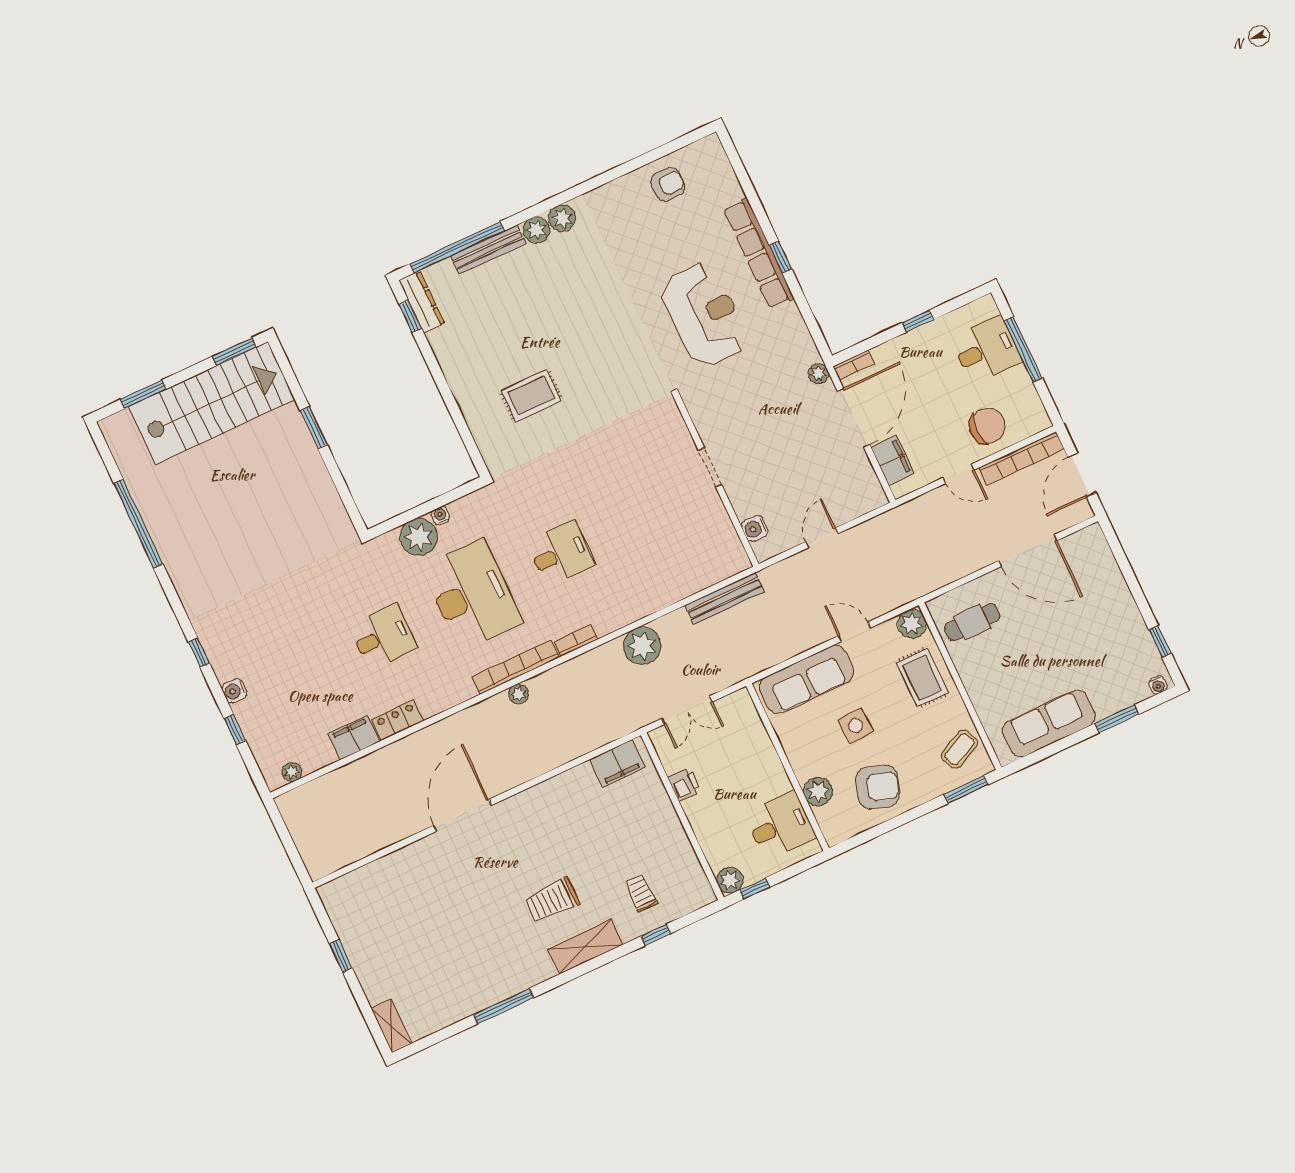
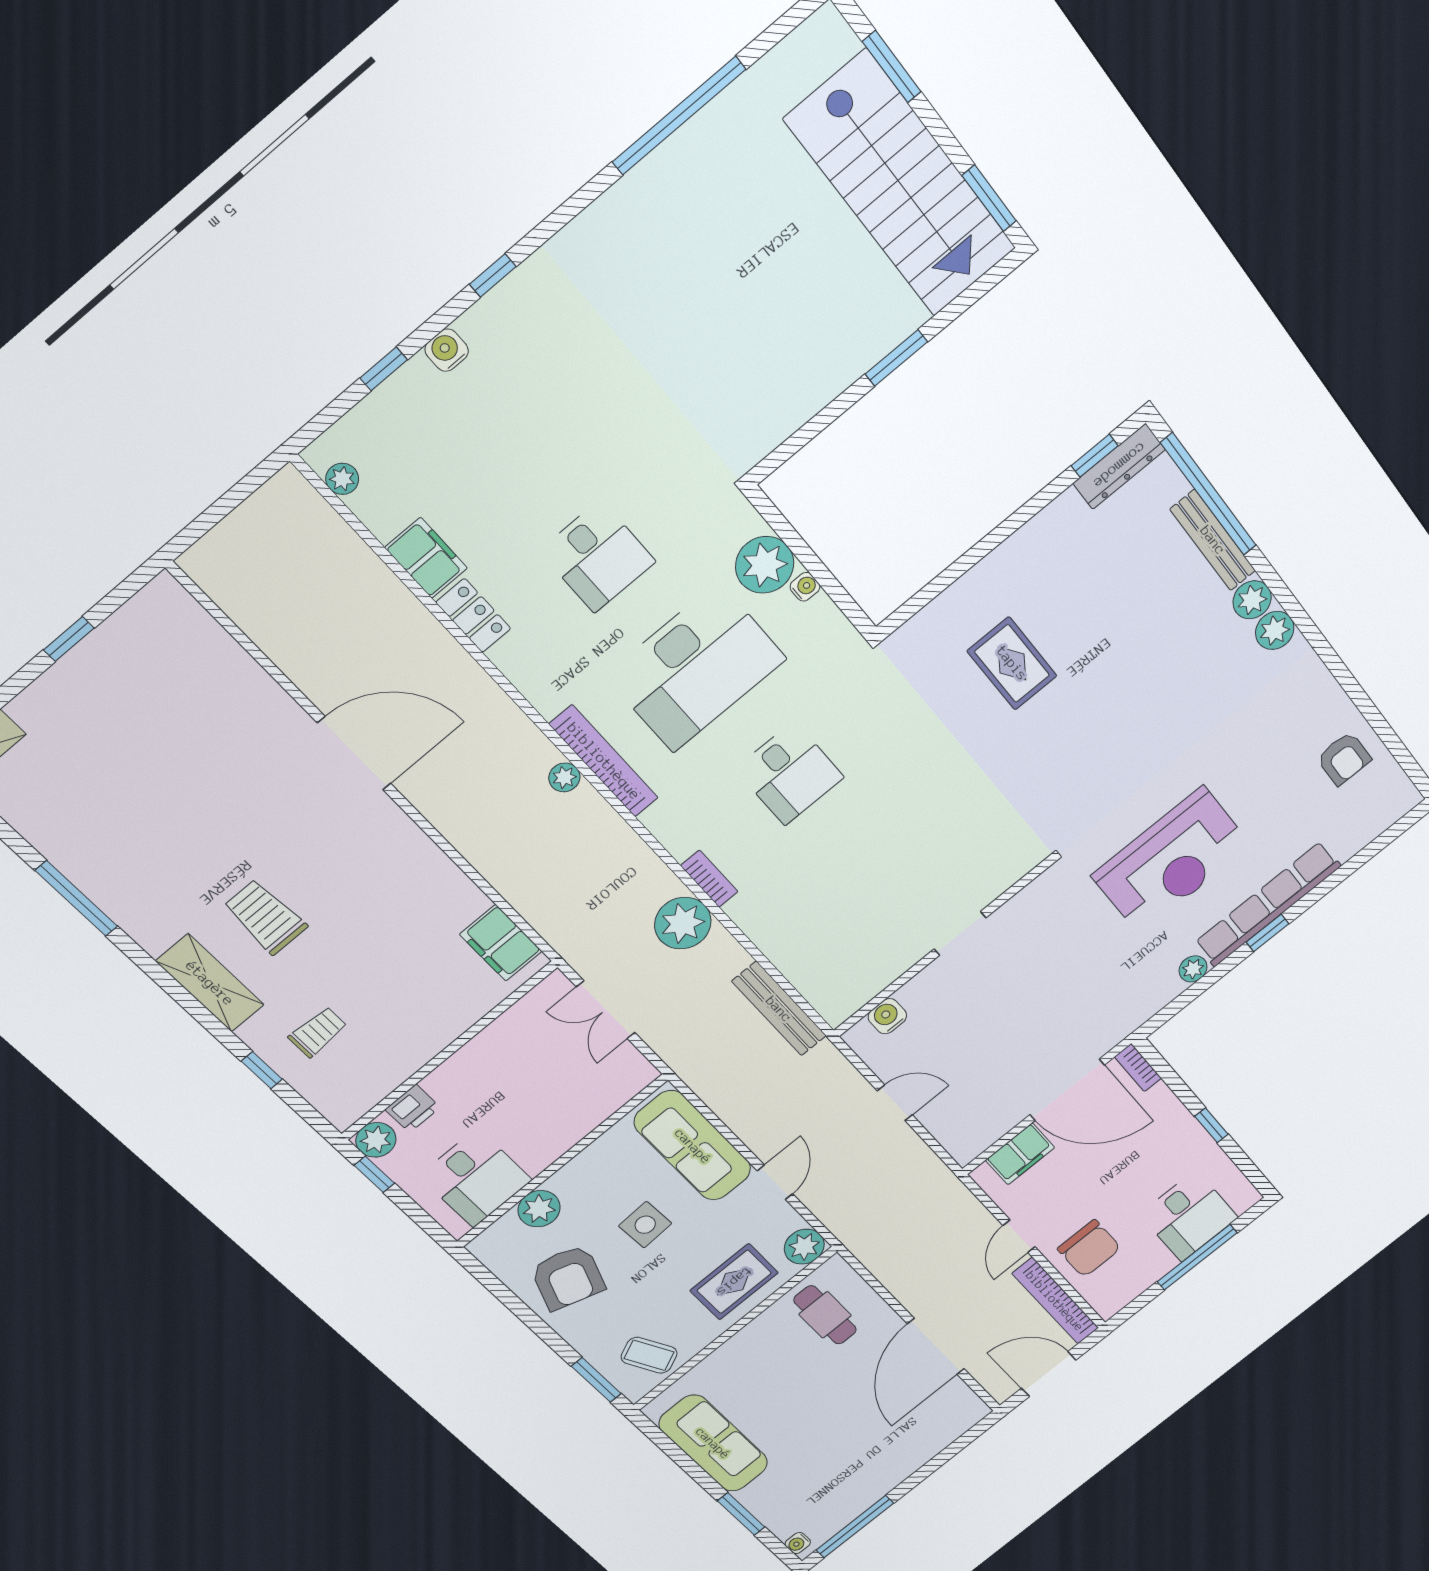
plant: (818, 374) -> (1193, 969), moved
bookcase: (576, 640) -> (709, 879), moved
window: (1160, 641) -> (855, 1527), width x2.17
printer: (684, 785) -> (413, 1108), moved

